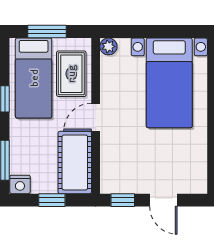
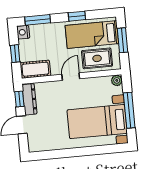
window: (156, 32) -> (129, 110), added
door: (96, 117) -> (71, 77), hinge flipped
cot: (75, 162) -> (35, 69), width x0.73, depth x0.75
dresser: (125, 184) -> (30, 99), added

